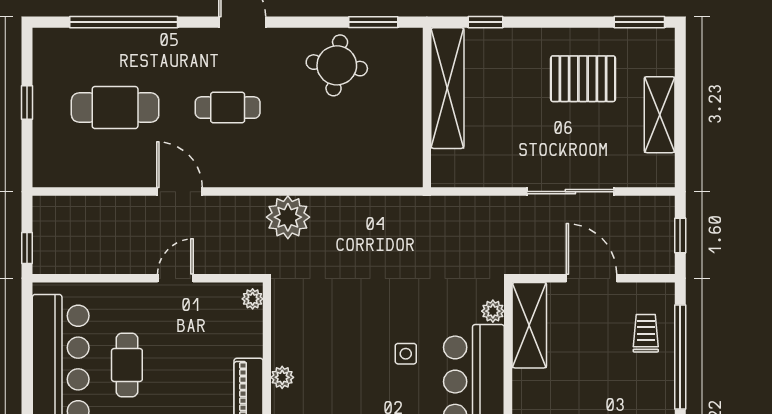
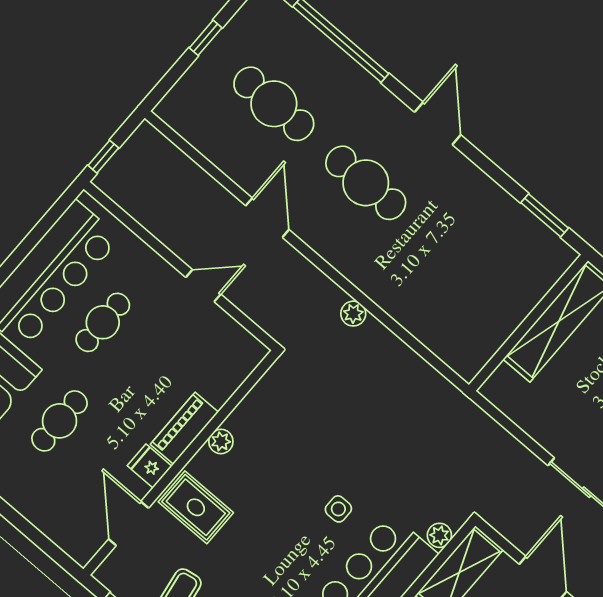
round table: (337, 65) -> (485, 225), removed
cafe table: (228, 108) -> (366, 183), width x1.37, depth x1.35
plant: (288, 217) -> (353, 314), width x0.53, depth x0.53
plant: (253, 299) -> (252, 357), removed

